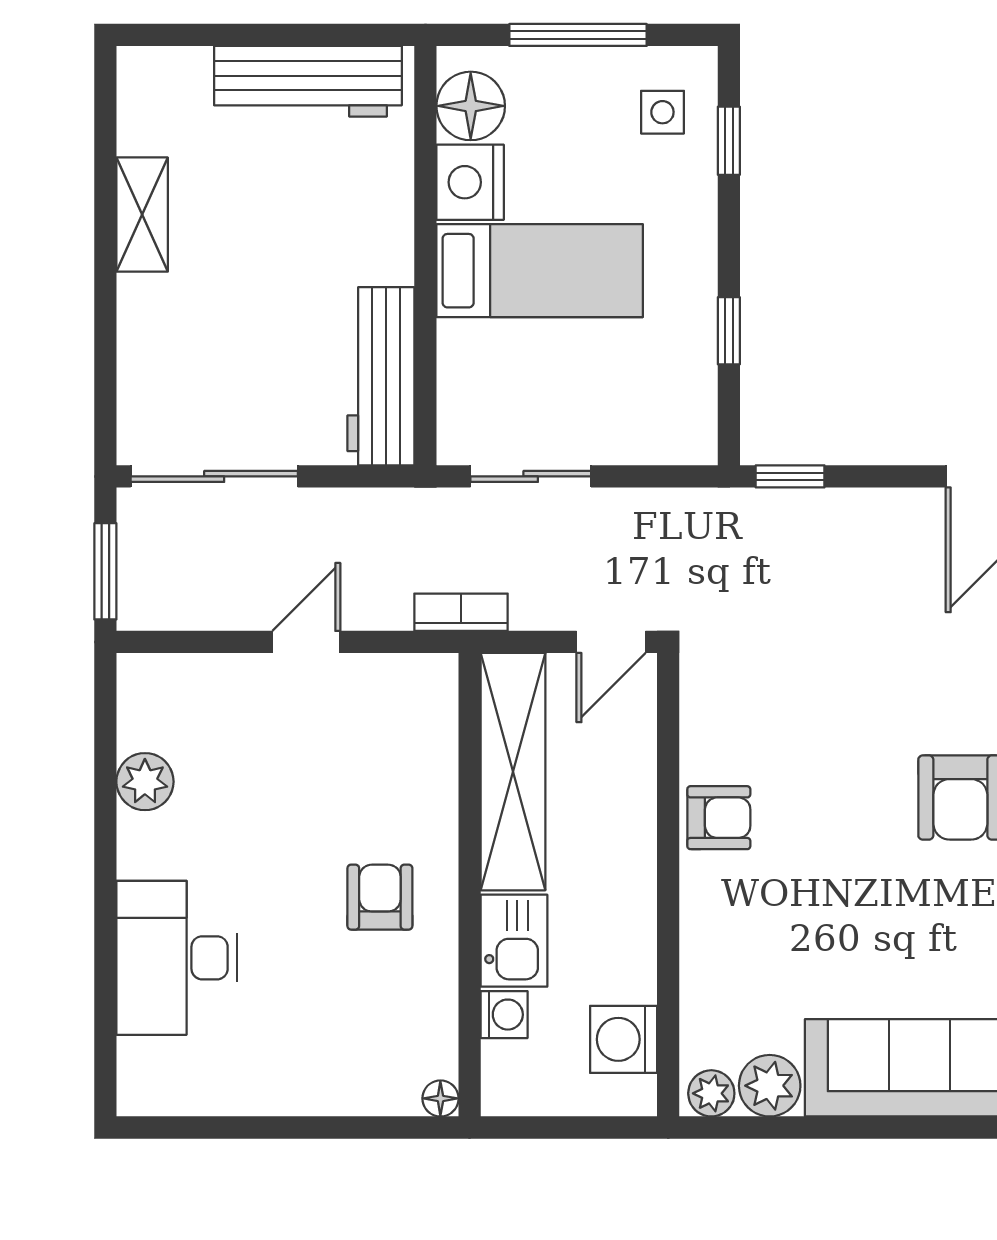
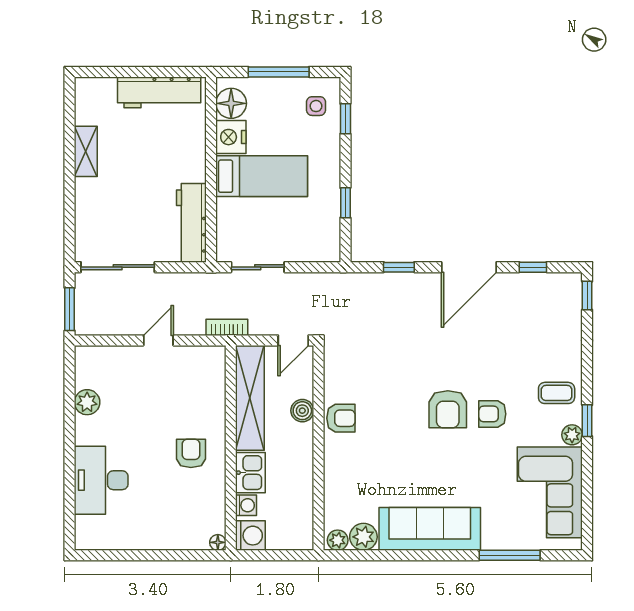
window: (790, 476) -> (399, 267), moved
boiler: (632, 801) -> (302, 411), added
washing machine: (624, 1039) -> (250, 536), moved, turned 180

